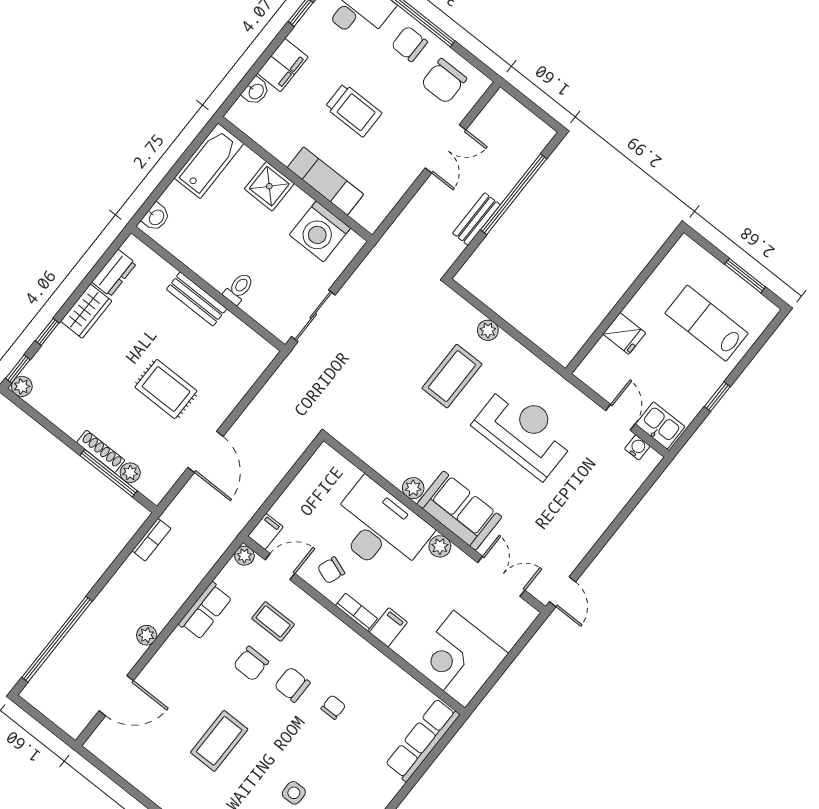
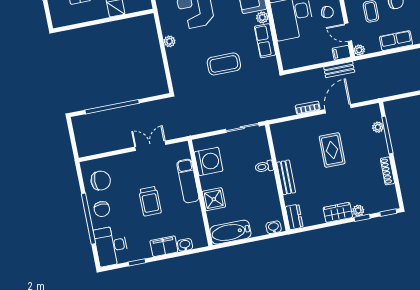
trolley: (353, 110) -> (150, 201), turned 180
double door: (446, 149) -> (150, 146), moved
bench: (476, 219) -> (339, 70), moved
dresser: (114, 273) -> (294, 217), moved, turned 90
plant: (488, 330) -> (169, 41), moved
coffee table: (452, 376) -> (224, 64), moved
plant: (22, 386) -> (358, 211), moved
shoe rack: (101, 451) -> (387, 171), moved
row of seats: (383, 460) -> (265, 41), added
bookcase: (151, 540) -> (308, 108), moved

